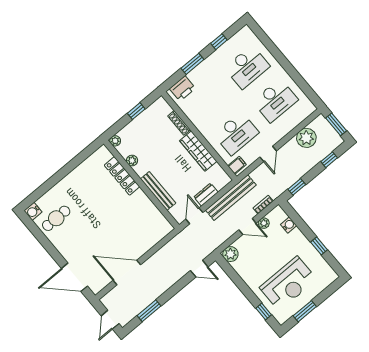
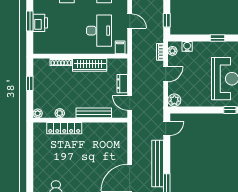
printer: (182, 88) -> (40, 23), moved
bench: (231, 198) -> (158, 164), moved
plant: (264, 223) -> (172, 51), moved

